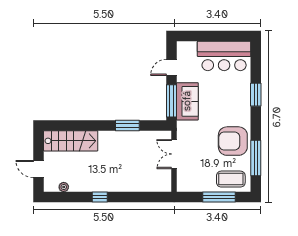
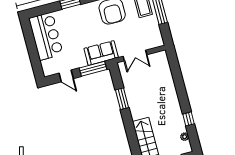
sofa: (187, 101) -> (101, 53), moved
window: (100, 197) -> (188, 119), moved

